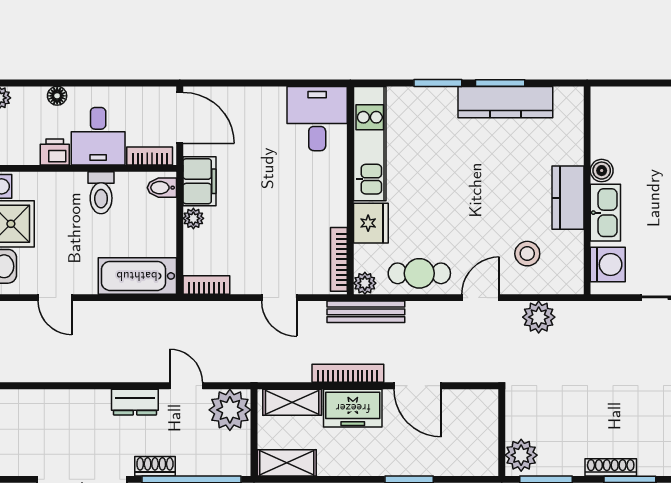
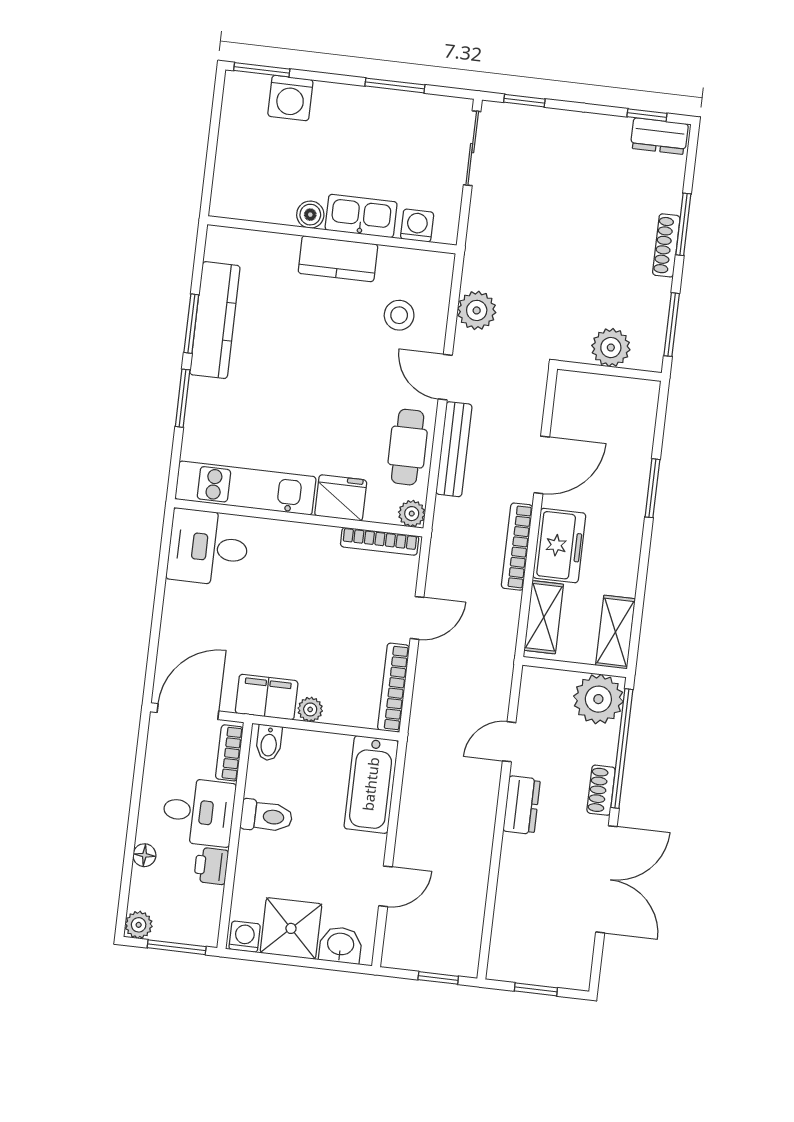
washing machine: (608, 264) -> (417, 226), width x0.73, depth x0.73
bookcase: (206, 285) -> (393, 688), width x1.56
bench: (366, 312) -> (454, 449), moved
plant: (230, 410) -> (598, 699), moved
plant: (521, 455) -> (611, 348), moved

